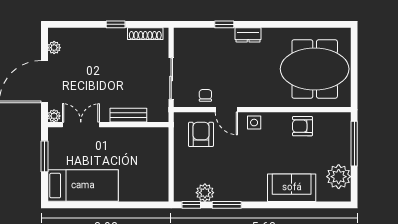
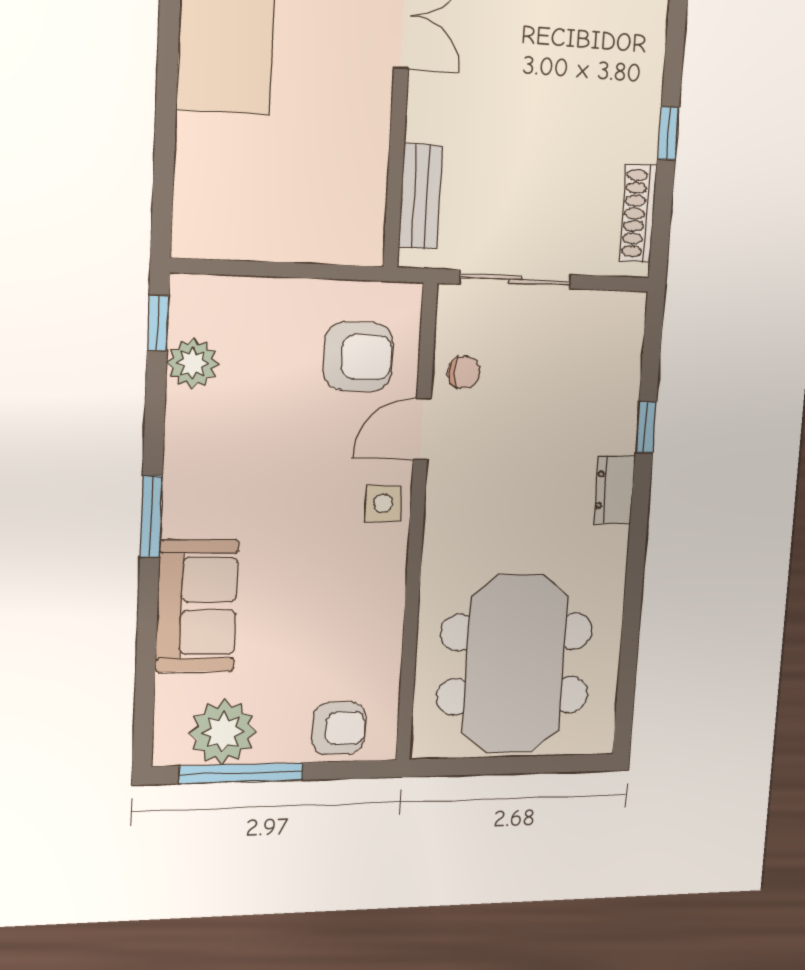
bench: (128, 115) -> (420, 196), moved
armchair: (302, 126) -> (339, 728), moved, turned 90
window: (354, 144) -> (242, 773), moved
window: (227, 205) -> (151, 517), moved

